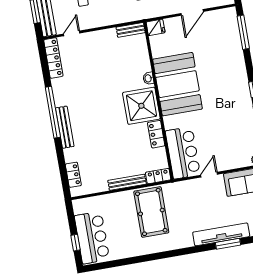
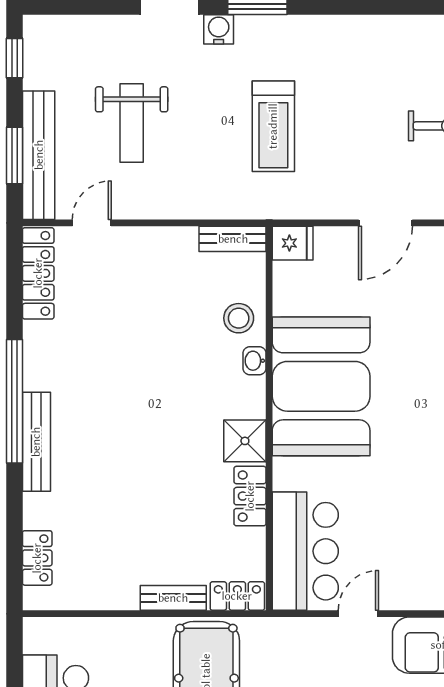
stool: (139, 62) -> (239, 318), added
shower: (141, 106) -> (245, 441), width x0.54, depth x0.54
bench: (127, 182) -> (173, 598), width x0.73

